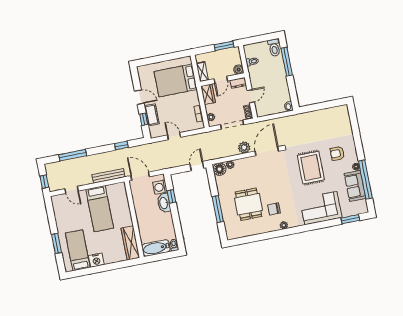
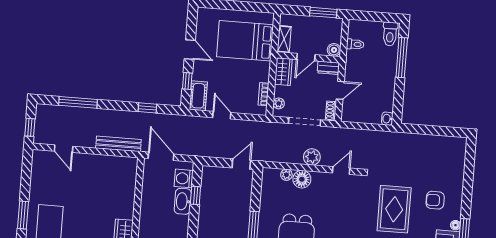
cot: (152, 115) -> (198, 96), moved
door: (267, 151) -> (341, 170), width x0.53
floor lamp: (219, 169) -> (302, 179), moved
bed: (100, 209) -> (94, 185), removed

